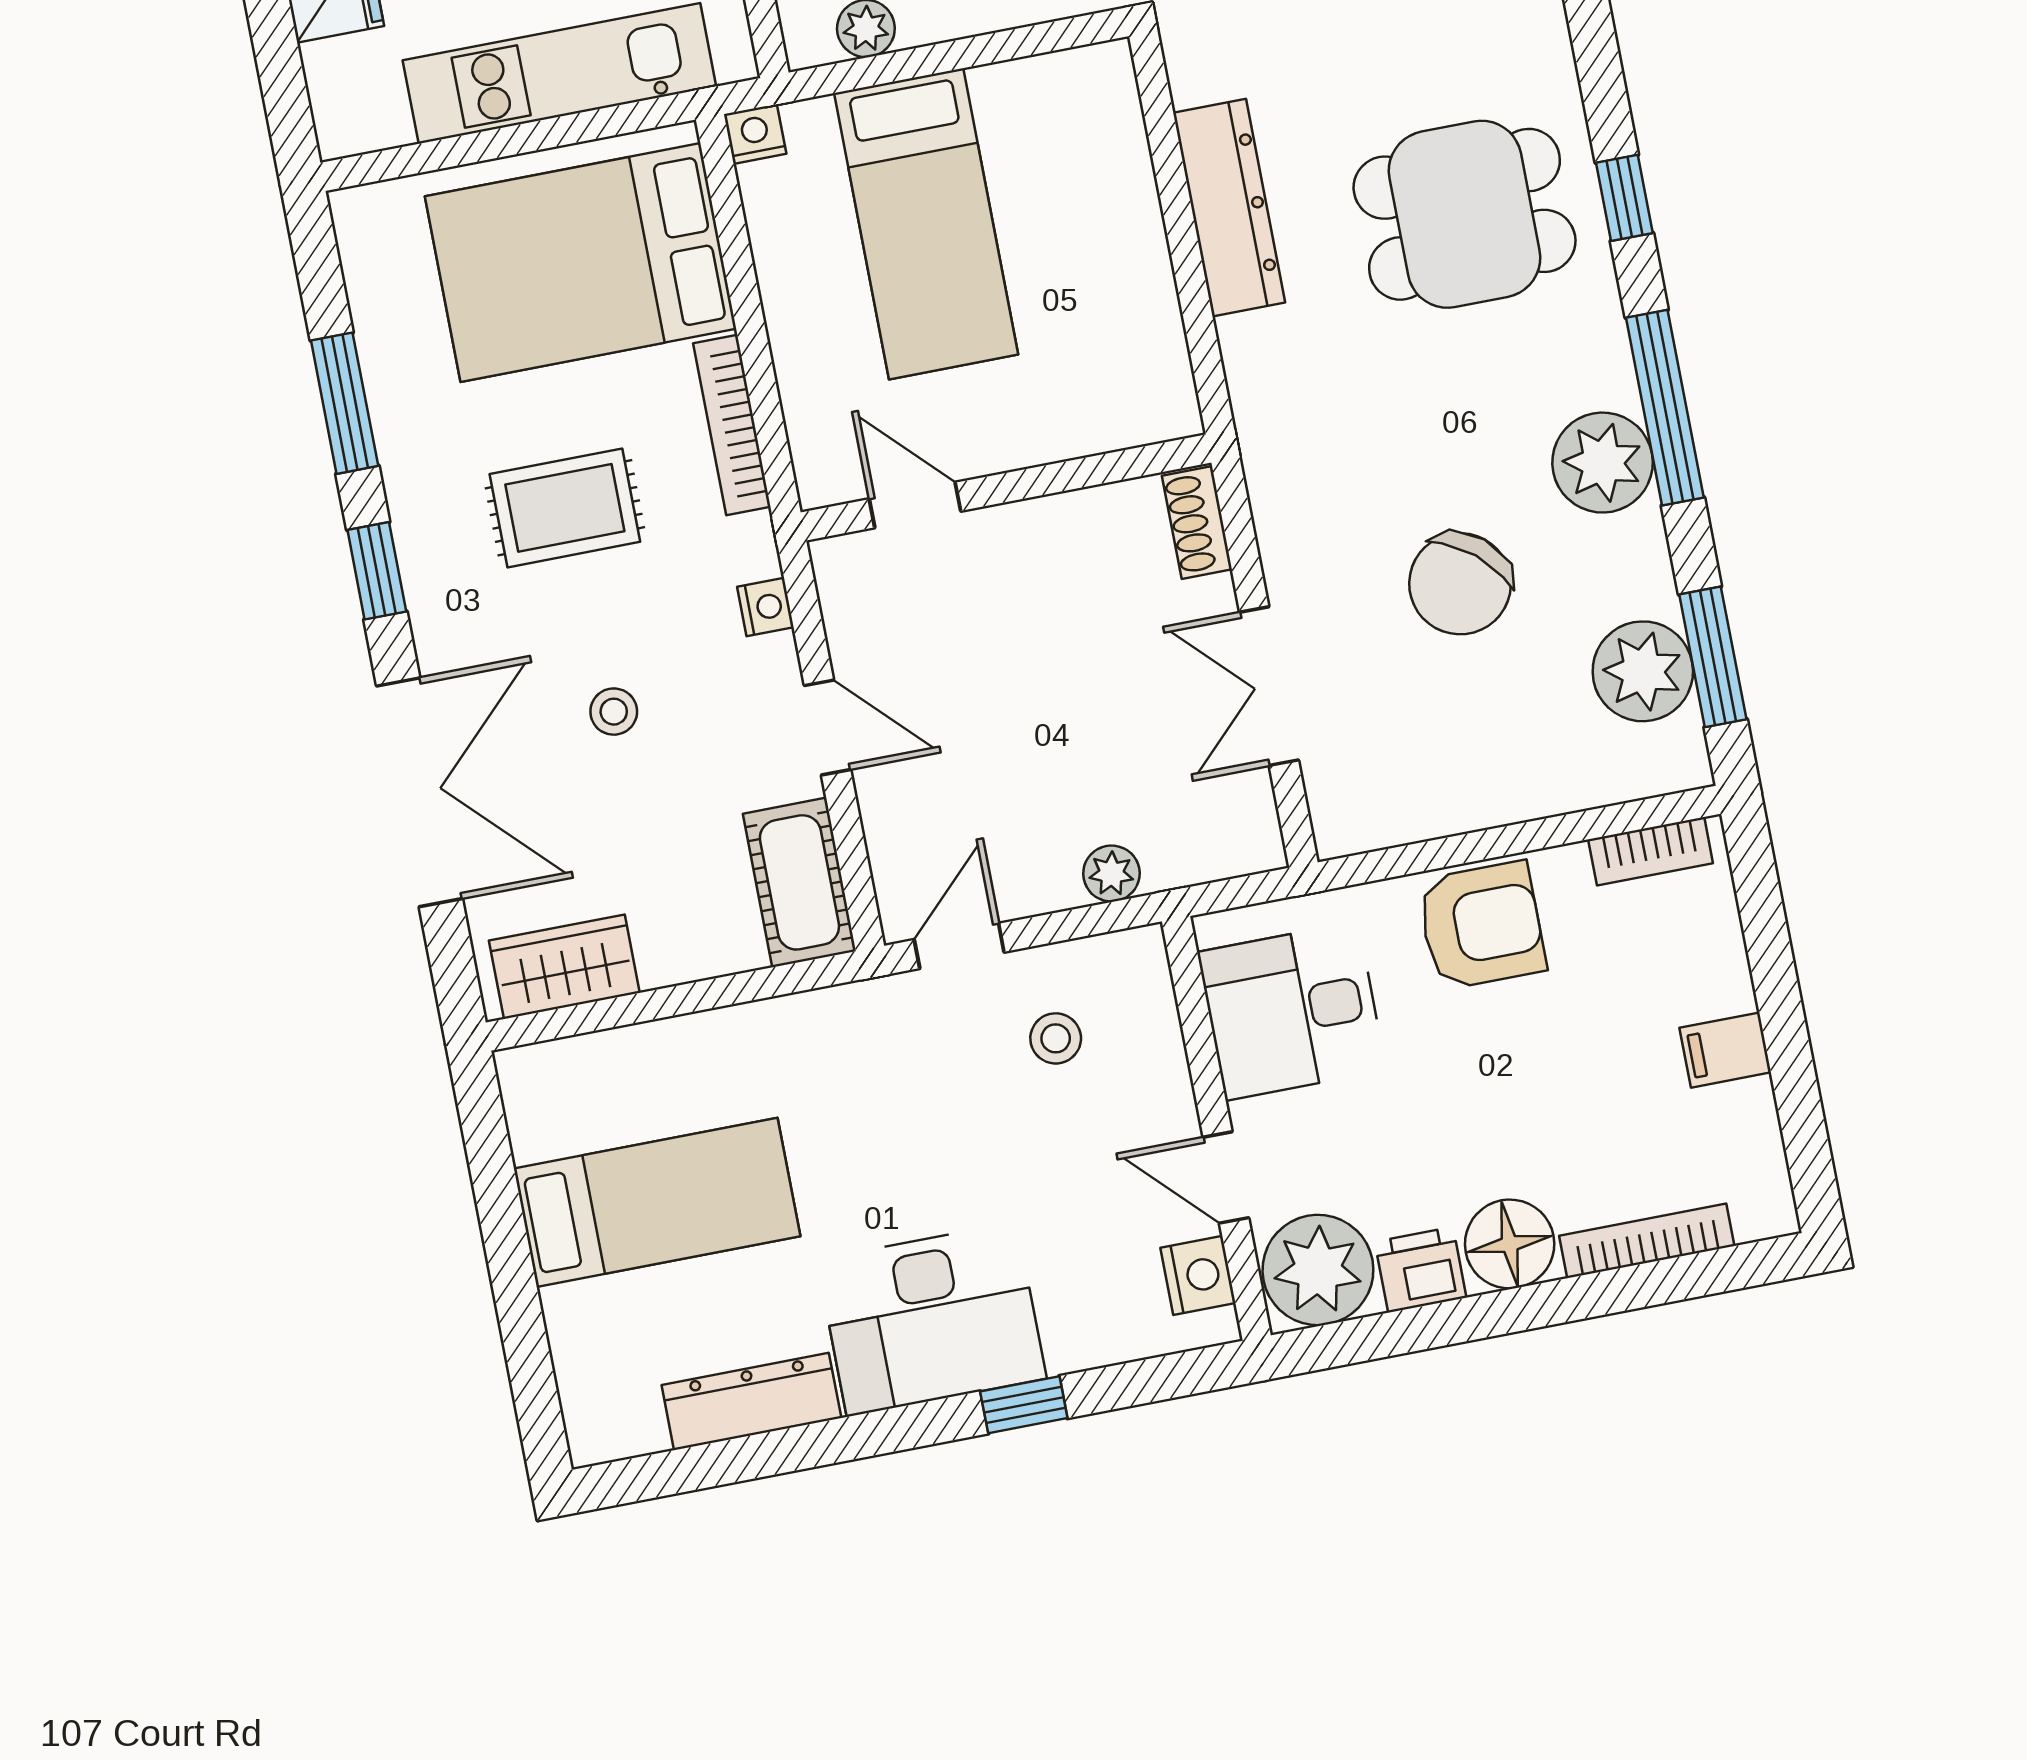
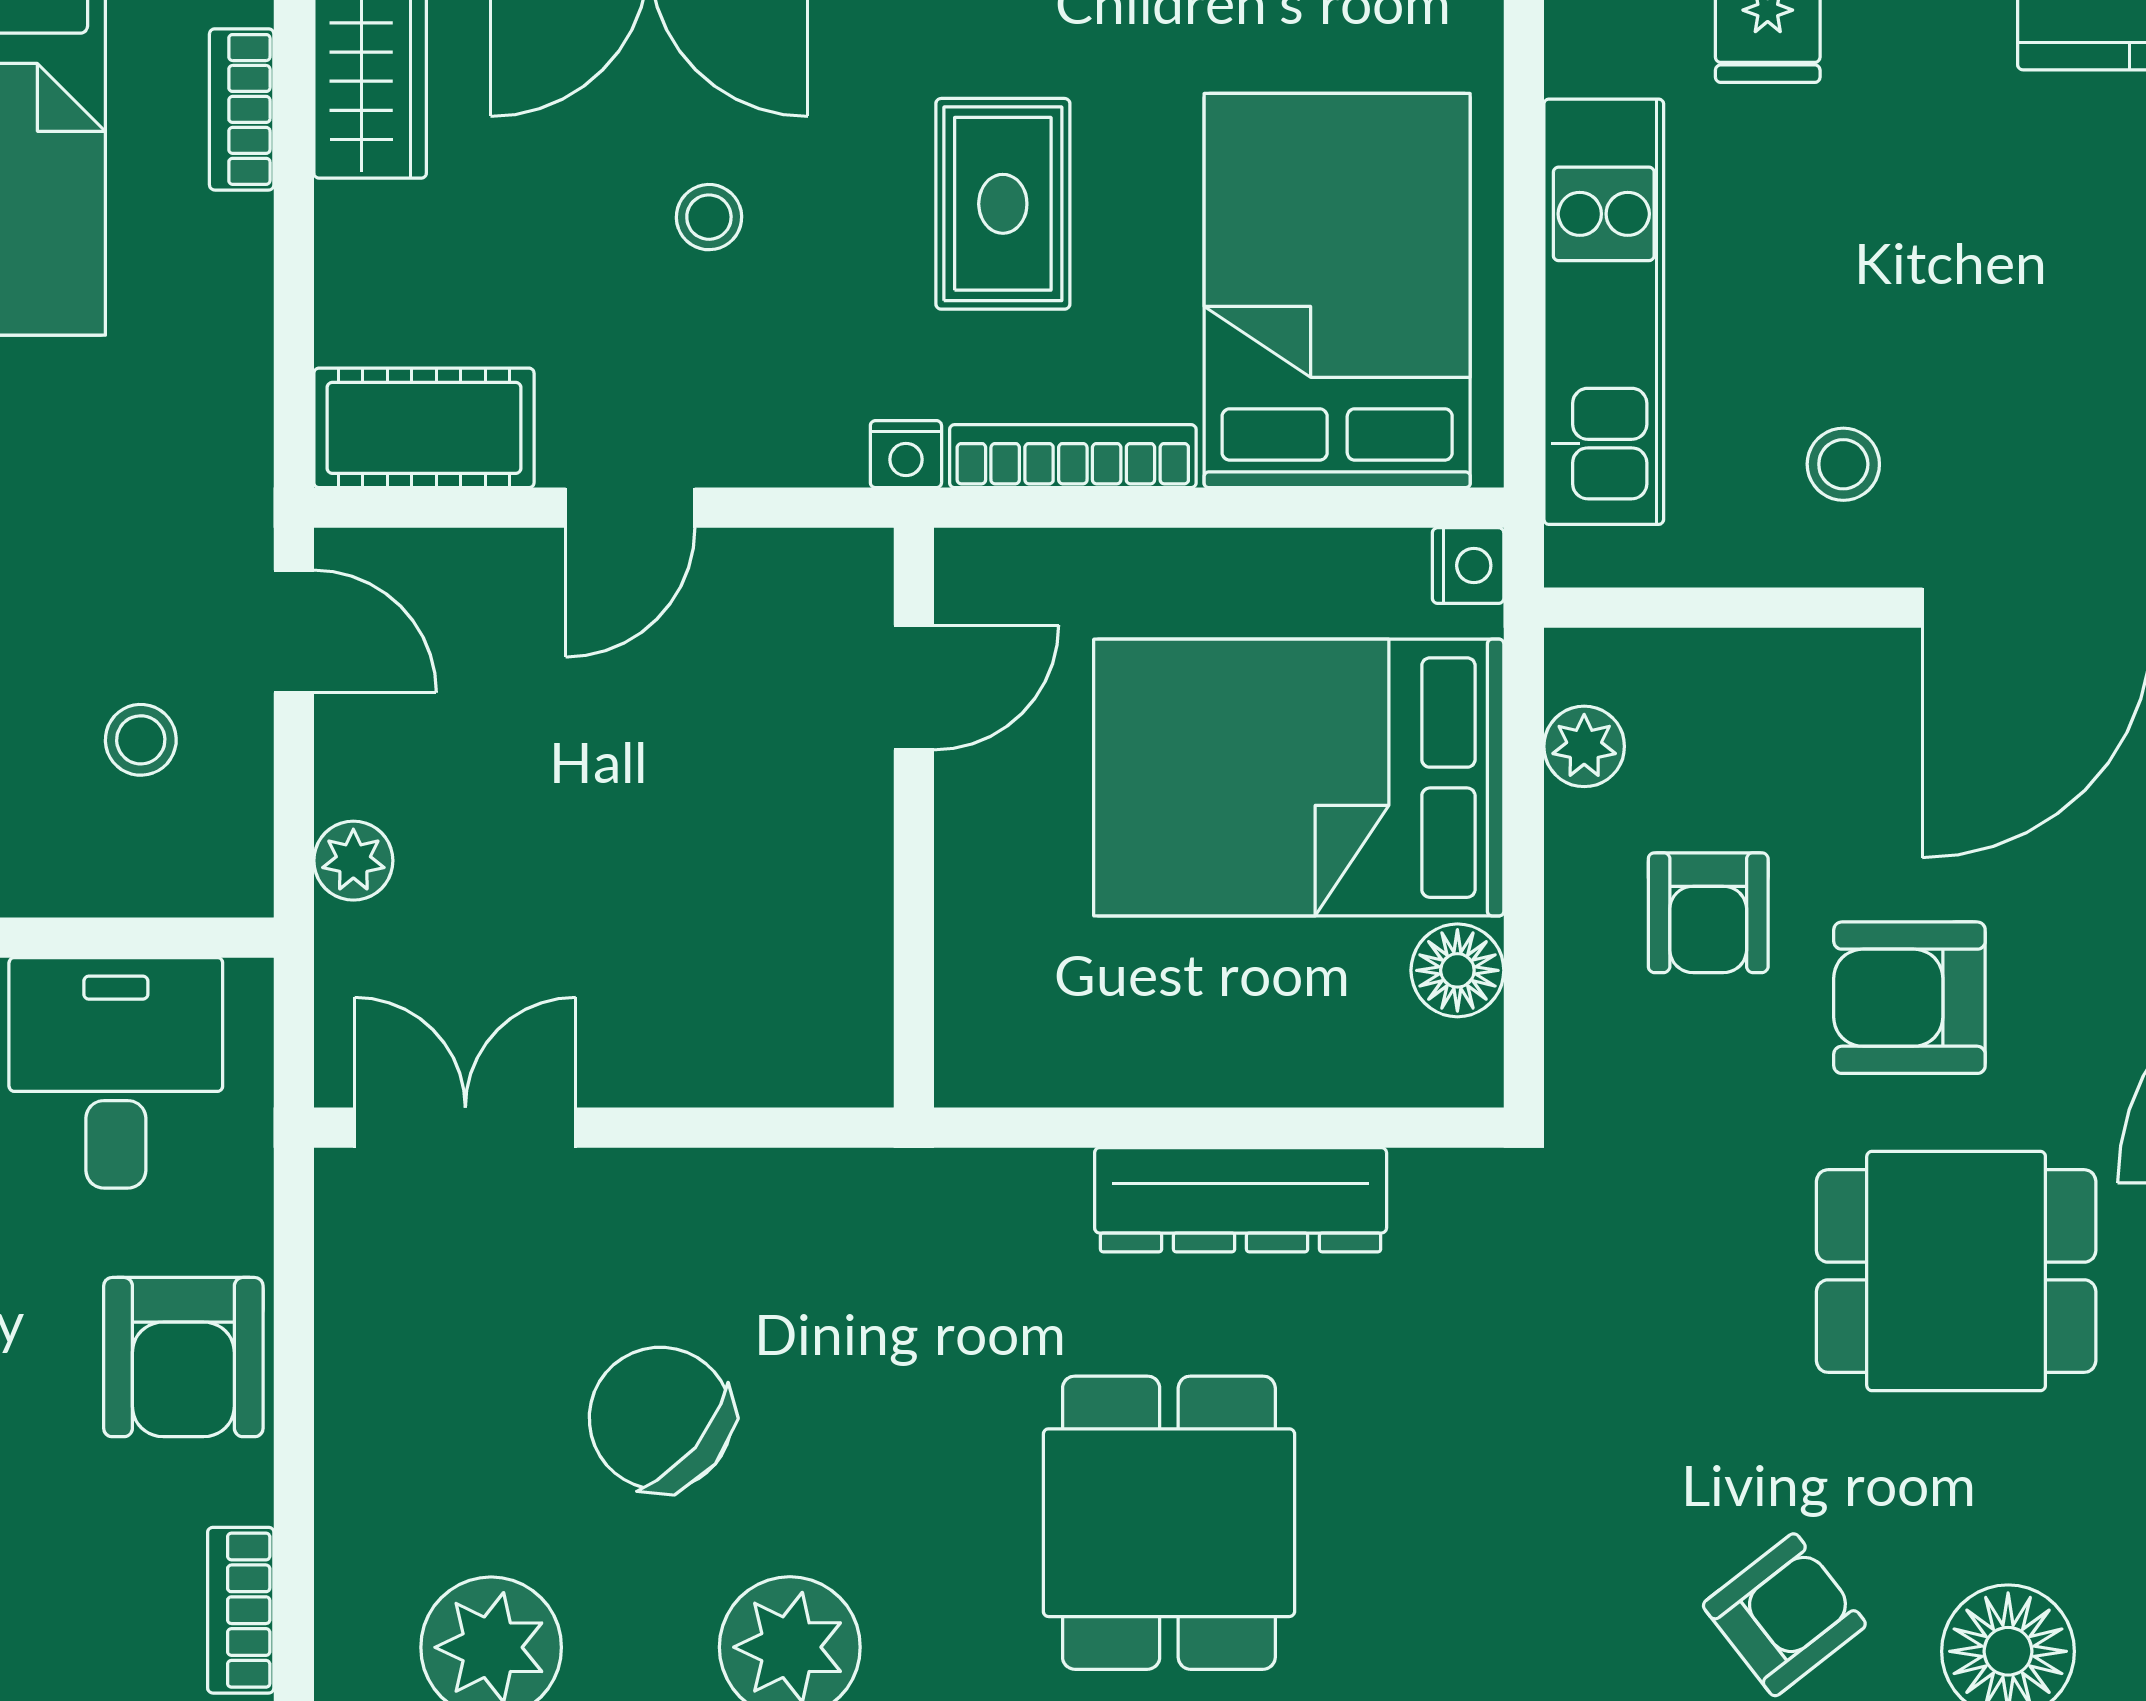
floor lamp: (1040, 87) -> (1457, 970), added
bed: (926, 224) -> (1299, 778), width x1.50
shoe rack: (1197, 523) -> (815, 1072), removed
nightstand: (765, 607) -> (906, 454), moved
double door: (1269, 686) -> (465, 1128), moved
bookcase: (601, 1053) -> (242, 109), added

